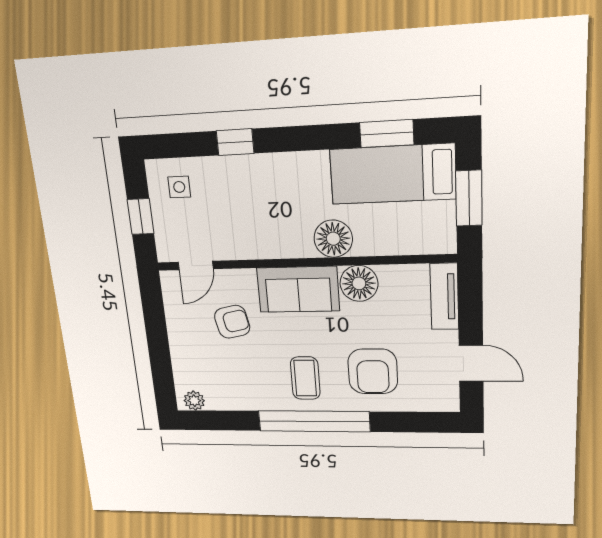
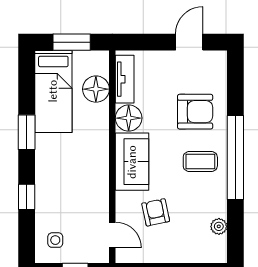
window: (387, 134) -> (27, 132), moved
floor lamp: (333, 239) -> (96, 89), moved
tv unit: (444, 297) -> (125, 79), moved, turned -90
plant: (194, 401) -> (219, 226), moved

